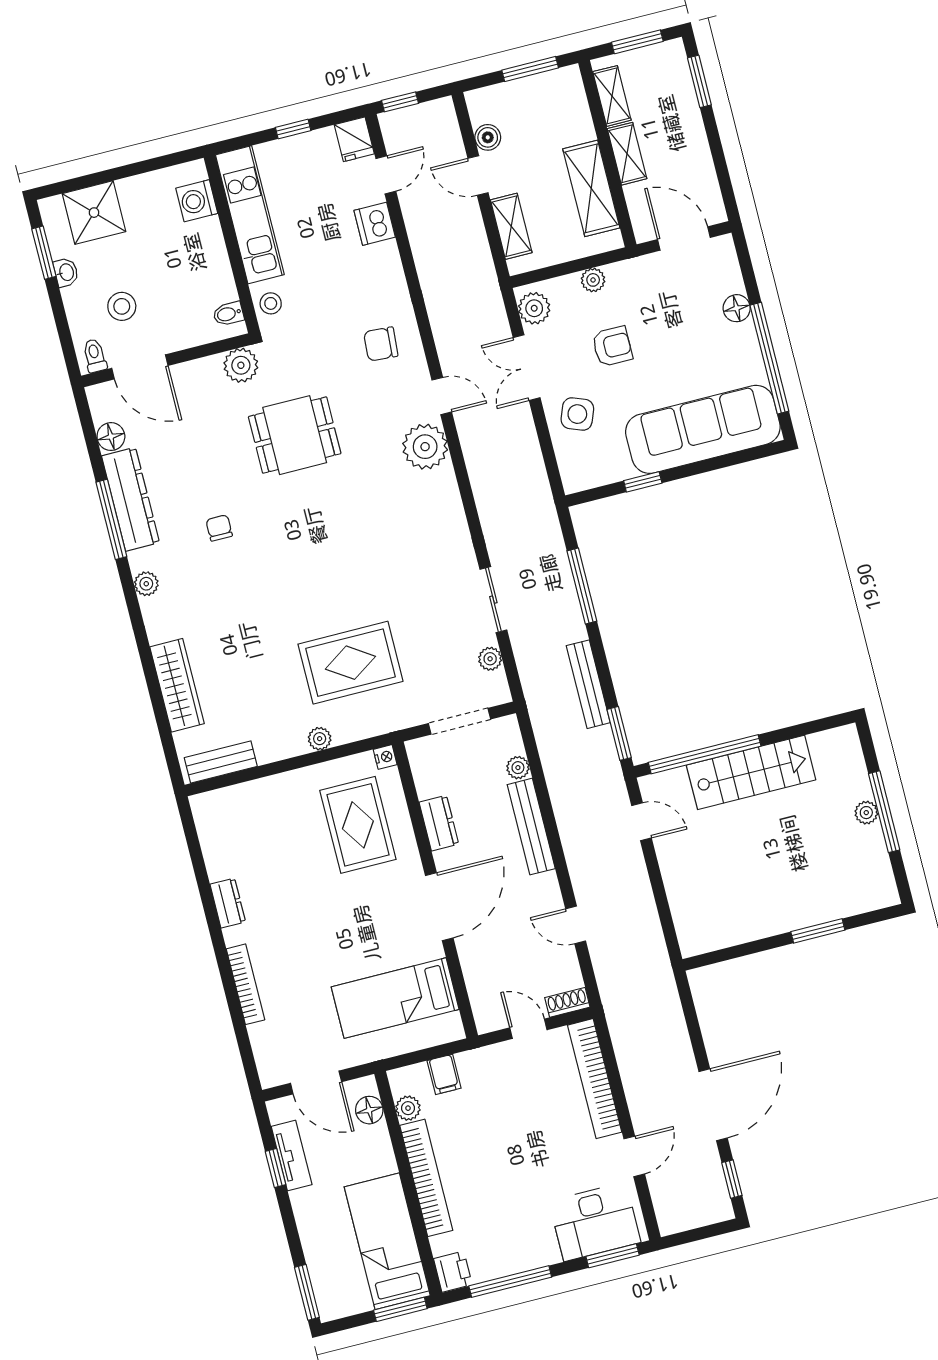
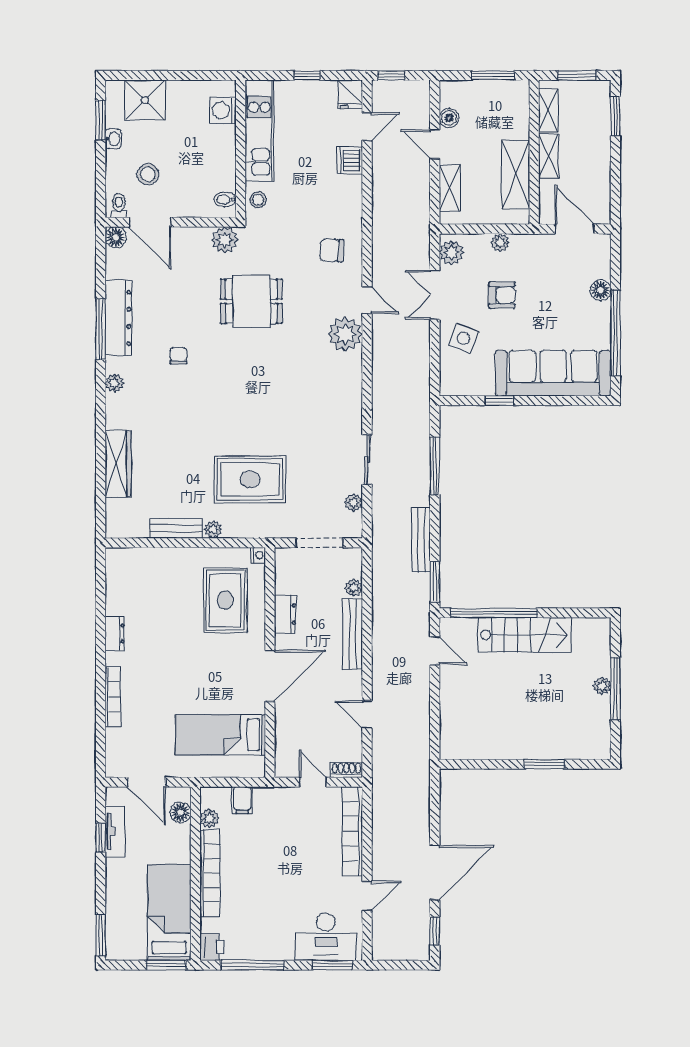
floor lamp: (111, 437) -> (116, 237), moved
bench: (221, 762) -> (176, 528), moved

